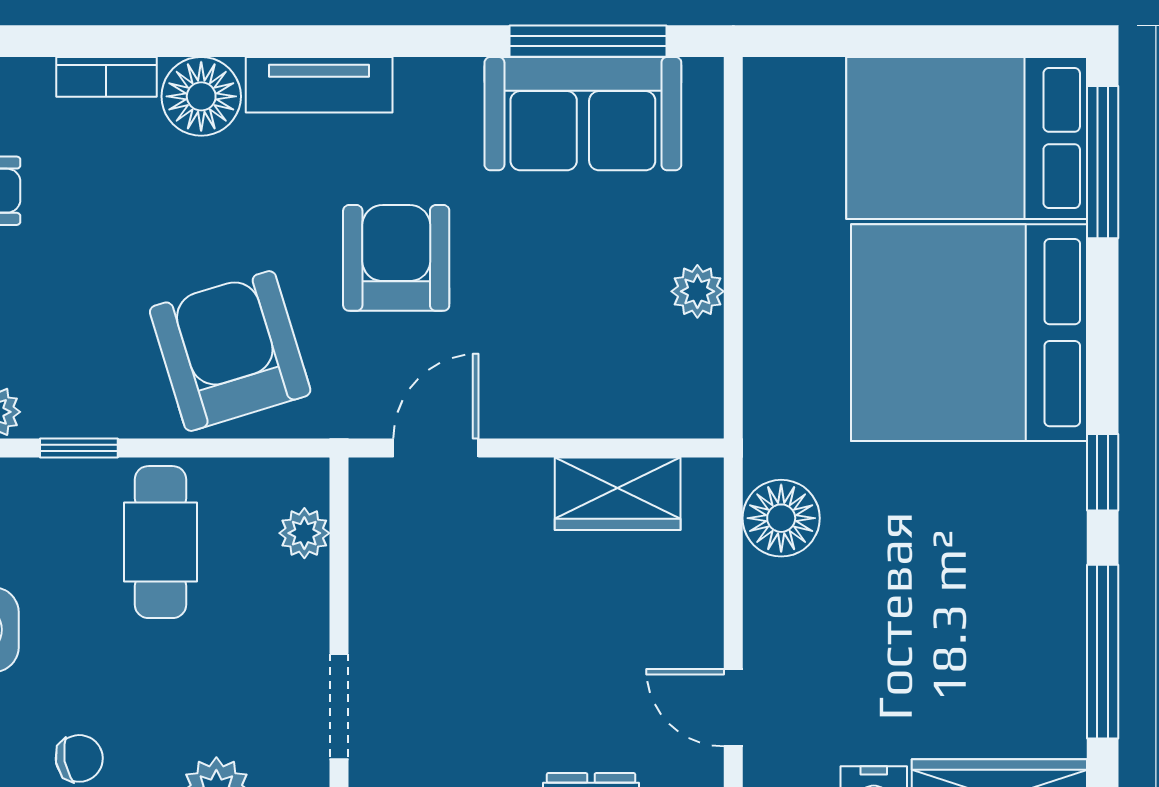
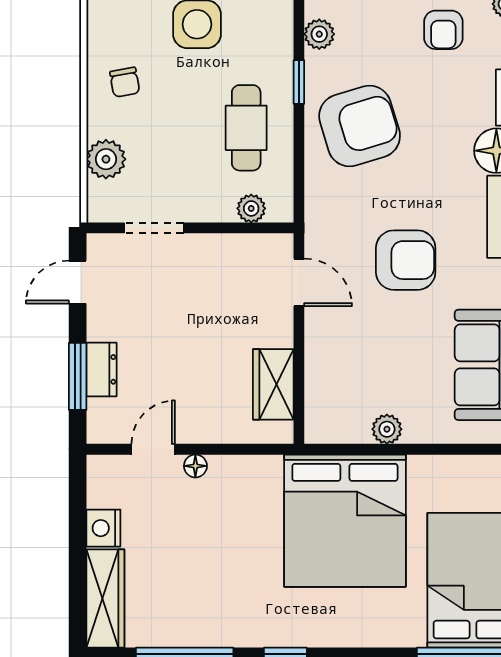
bed: (969, 333) -> (345, 521), moved, turned 180
armchair: (230, 351) -> (360, 126), moved
floor lamp: (781, 518) -> (195, 466), moved, width x0.53, depth x0.53
cafe table: (160, 542) -> (246, 128), turned 90

